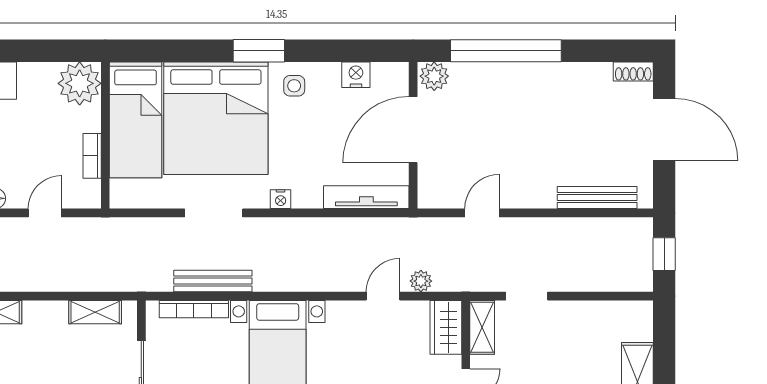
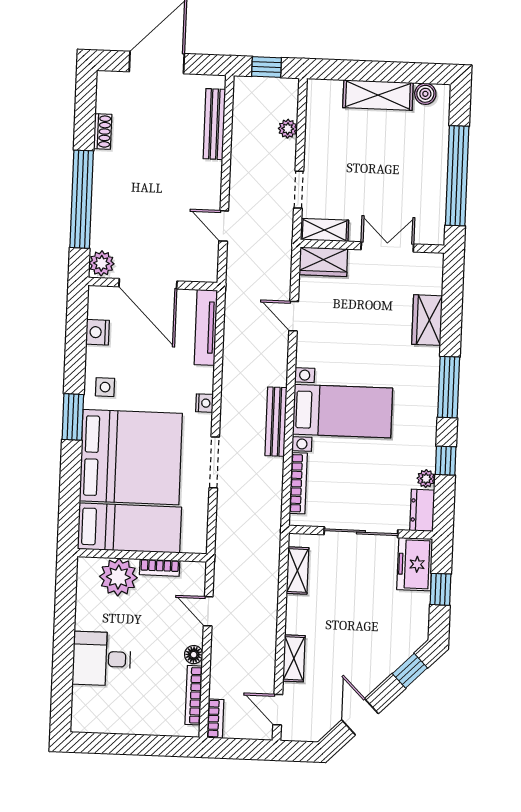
shoe rack: (633, 71) -> (103, 131), moved
plant: (80, 83) -> (118, 577), moved
bench: (213, 281) -> (276, 422), moved
plant: (421, 281) -> (288, 129), moved

